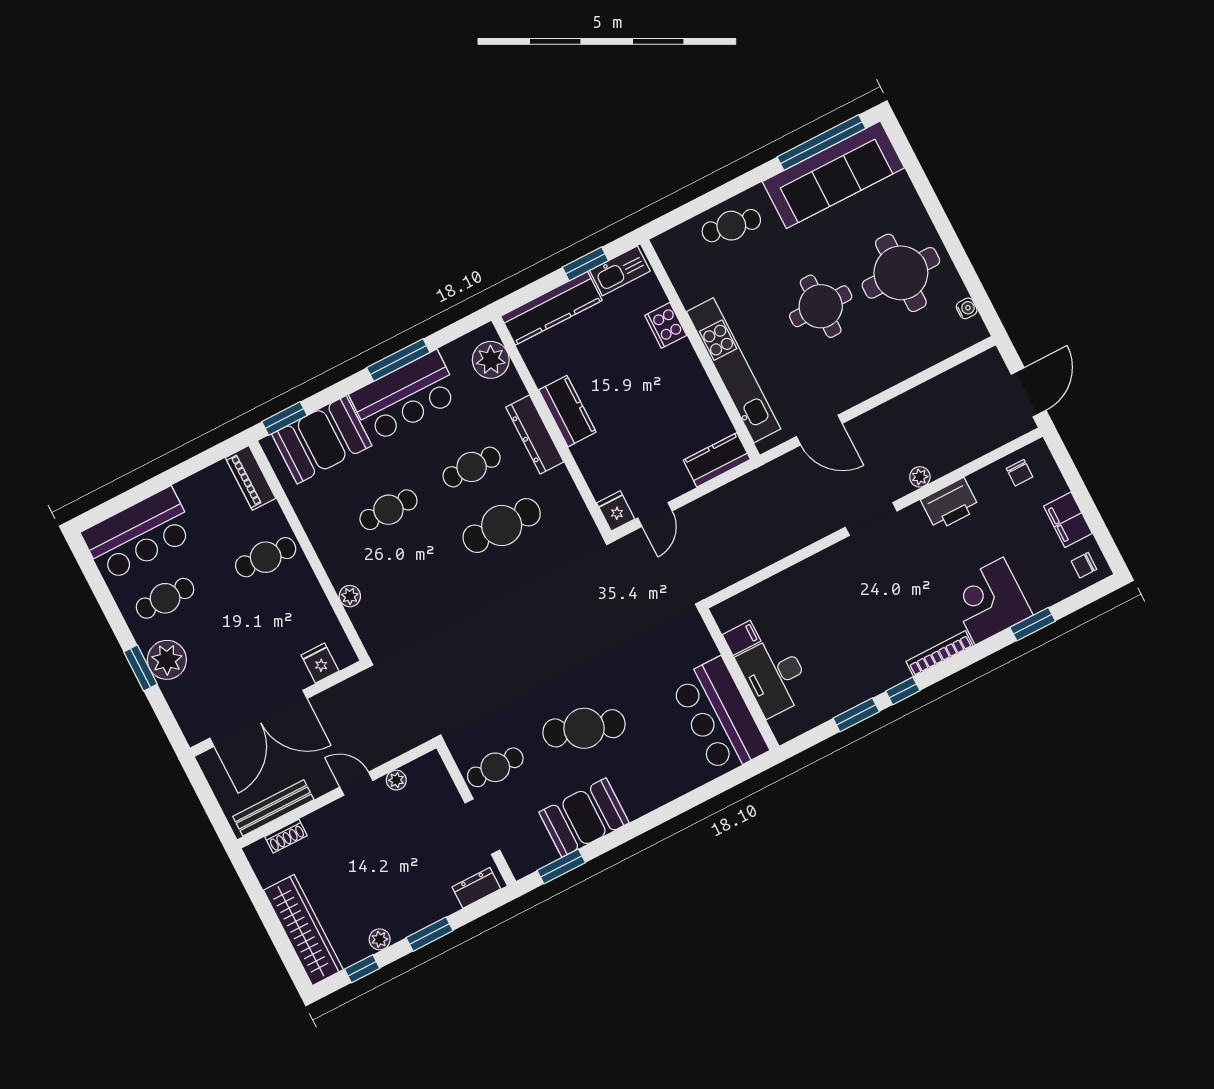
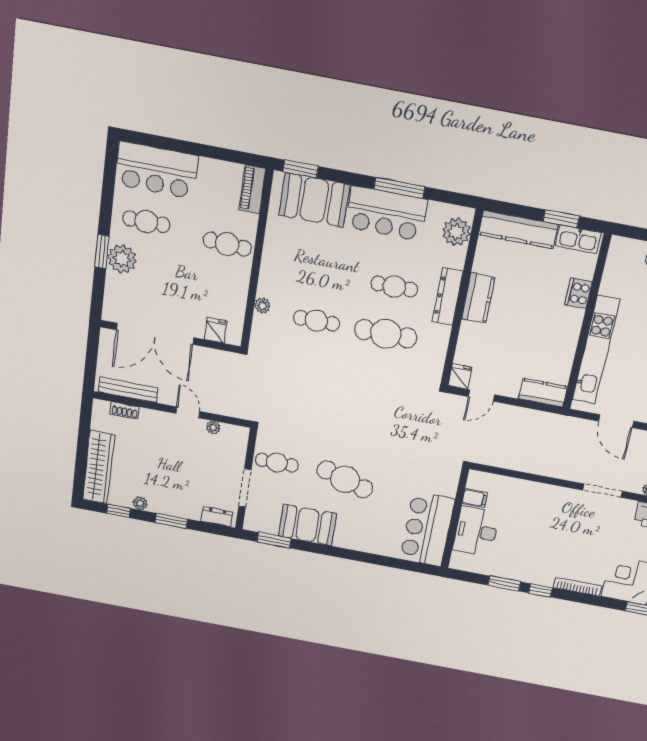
cafe table: (388, 510) -> (316, 321), moved

